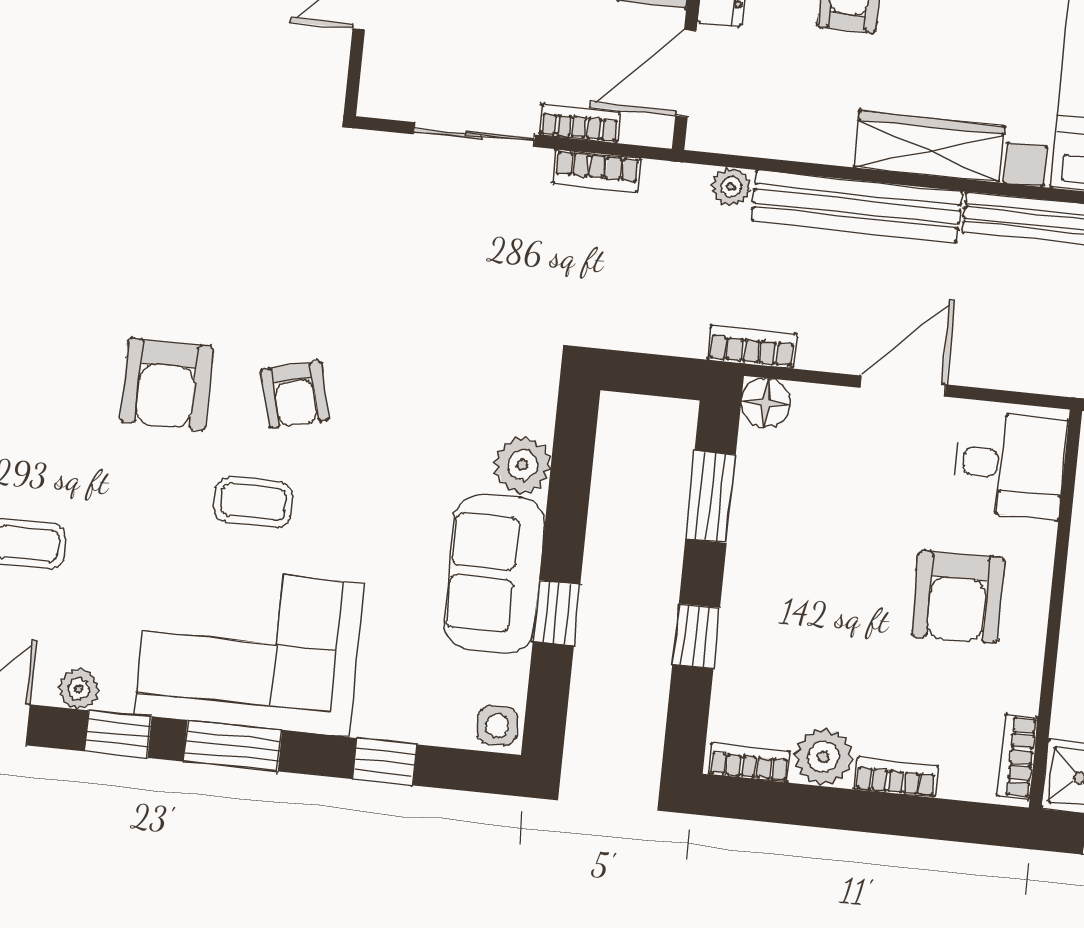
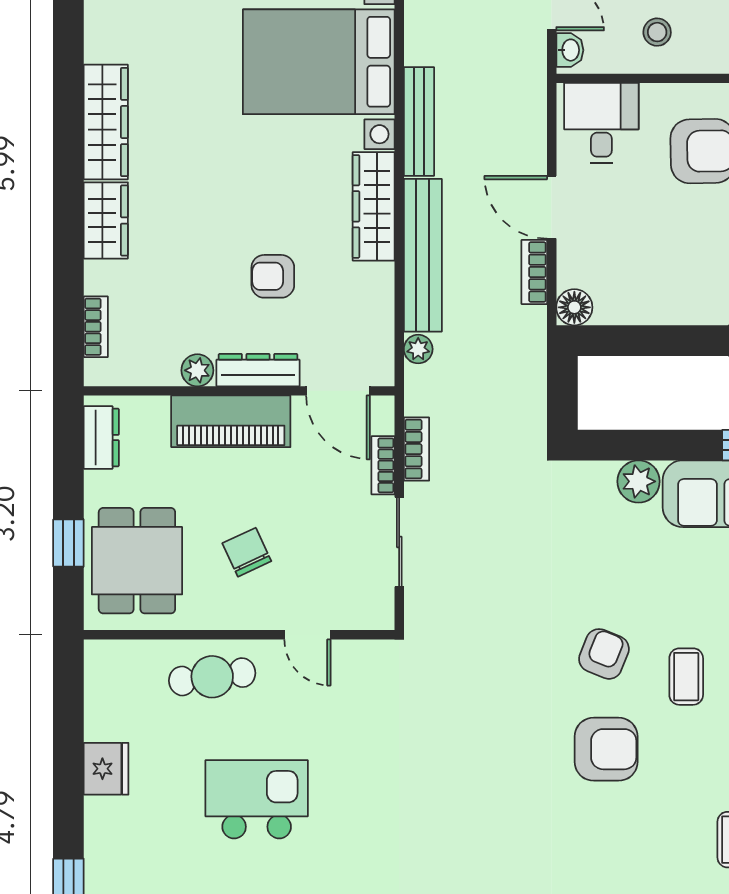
bookcase: (752, 347) -> (534, 272), moved
armchair: (295, 394) -> (604, 654), turned -54
window: (711, 497) -> (648, 341), removed

